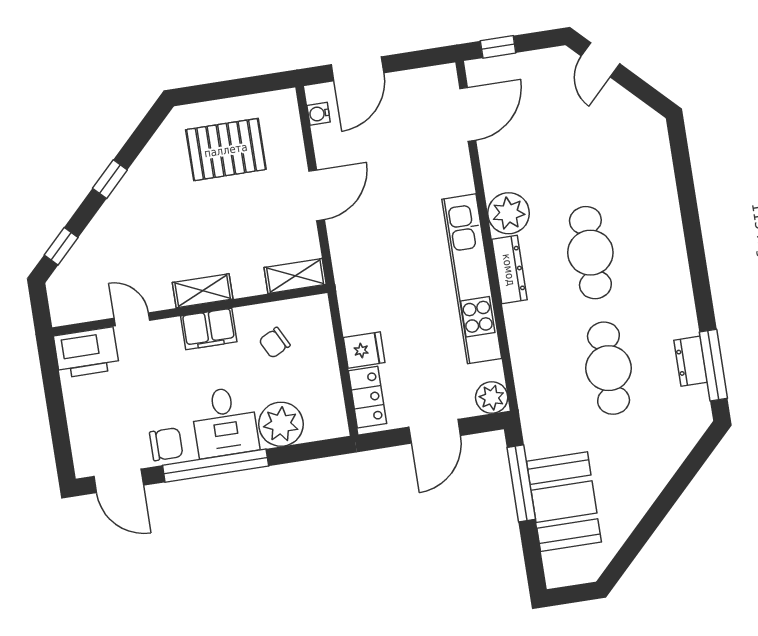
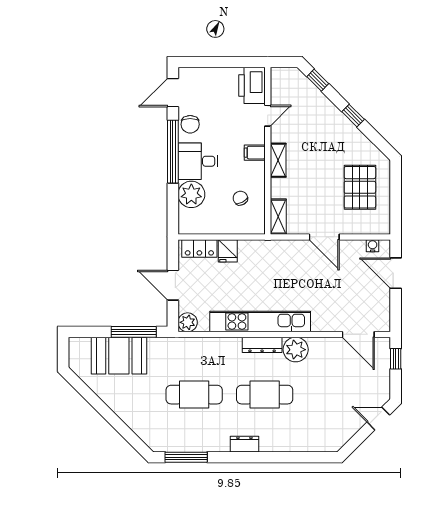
filing cabinet: (209, 329) -> (255, 153), width x0.50
dresser: (691, 361) -> (244, 444), moved

